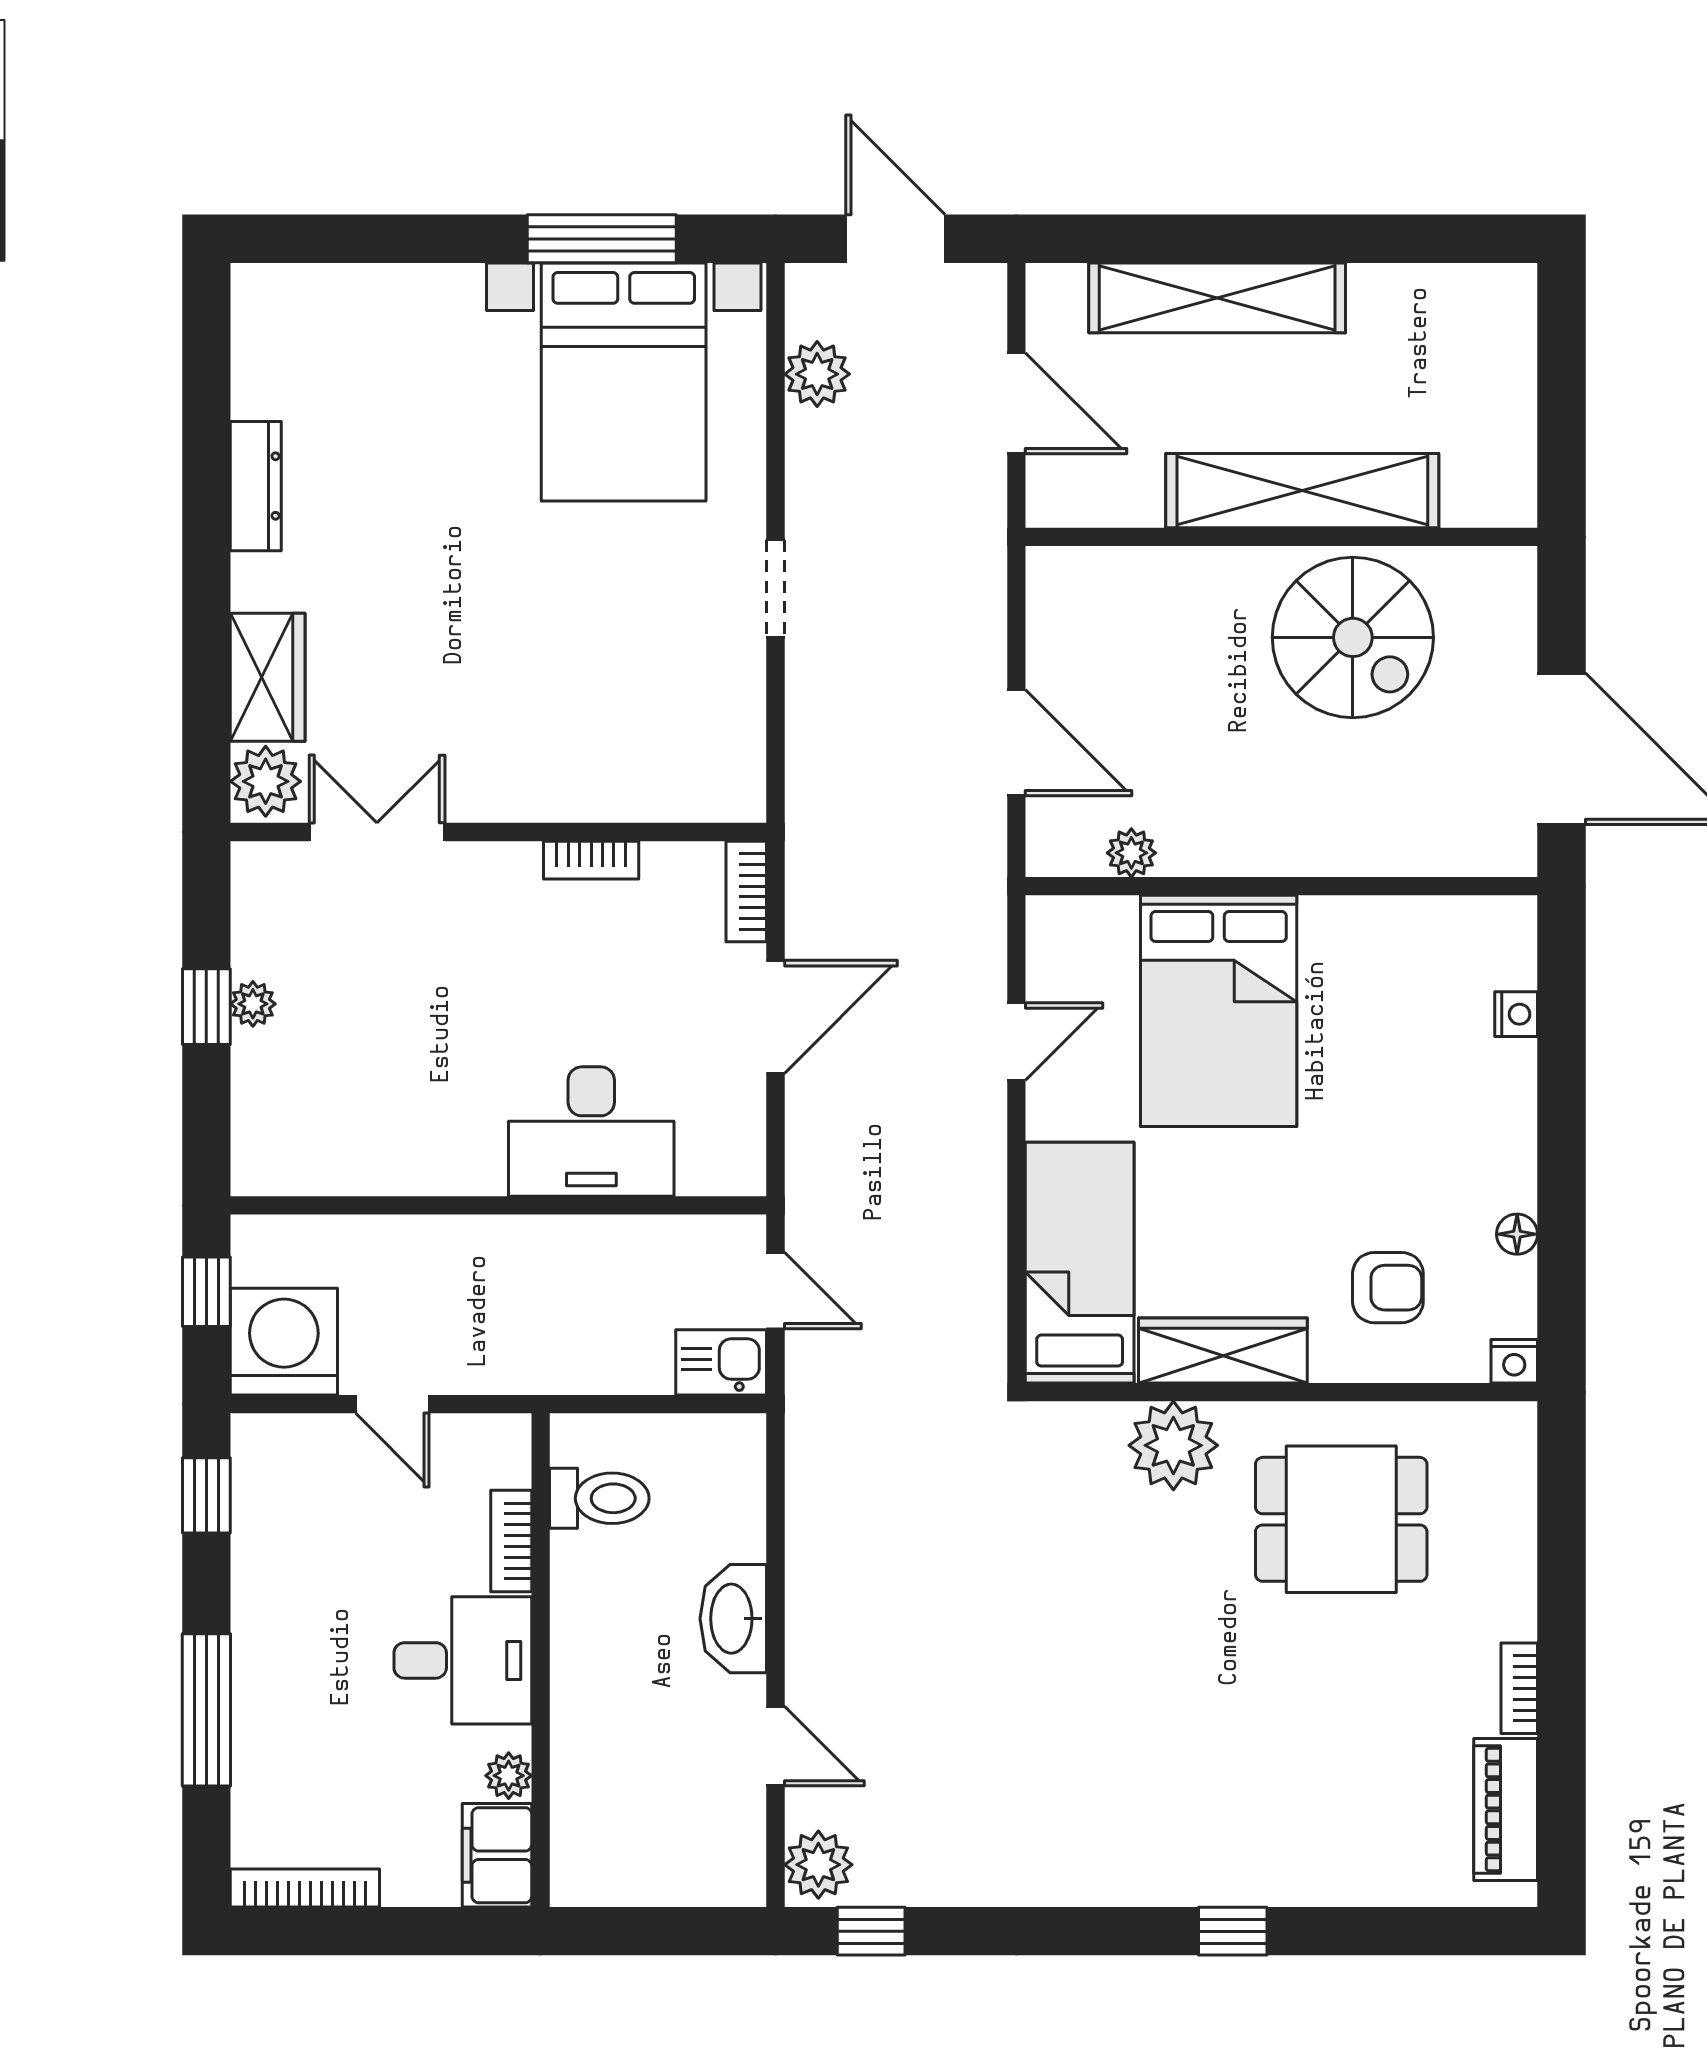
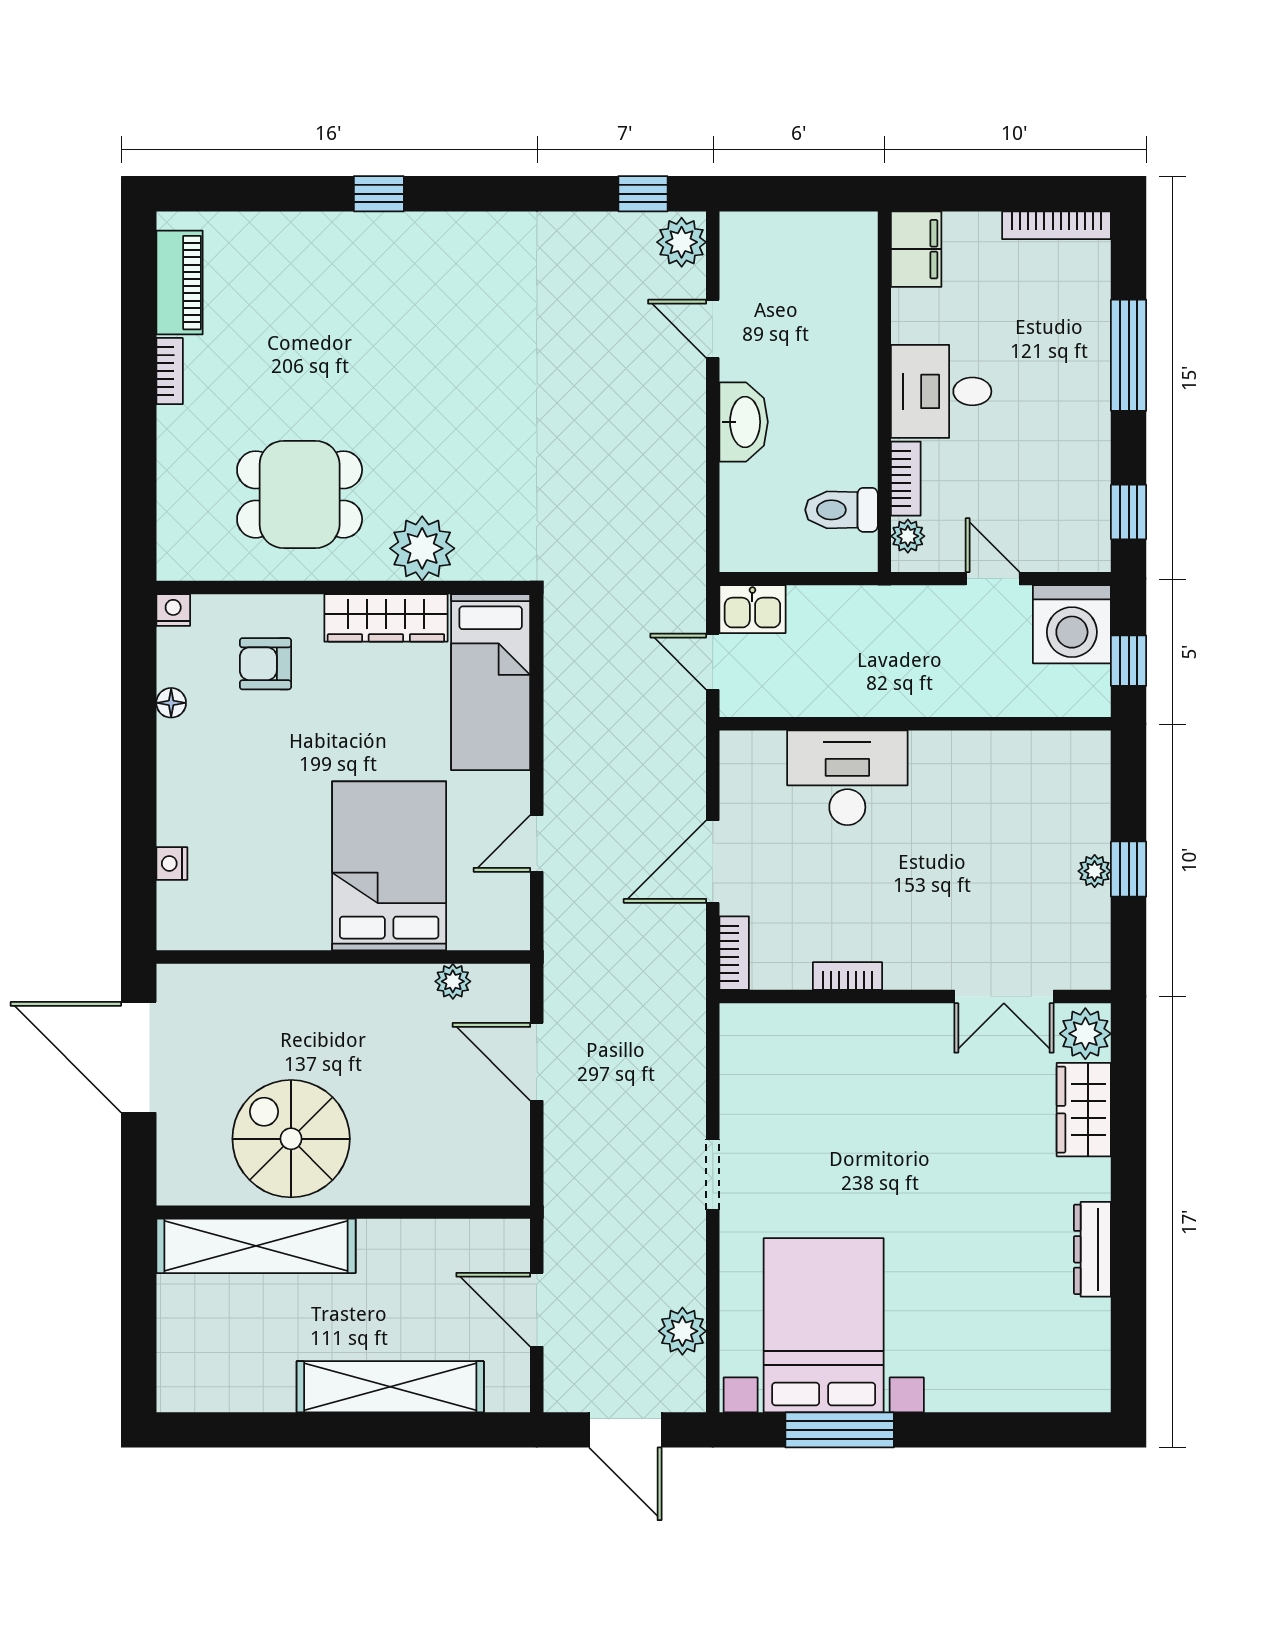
shelving: (1302, 491) -> (256, 1246), moved
plant: (509, 1776) -> (908, 536), moved

